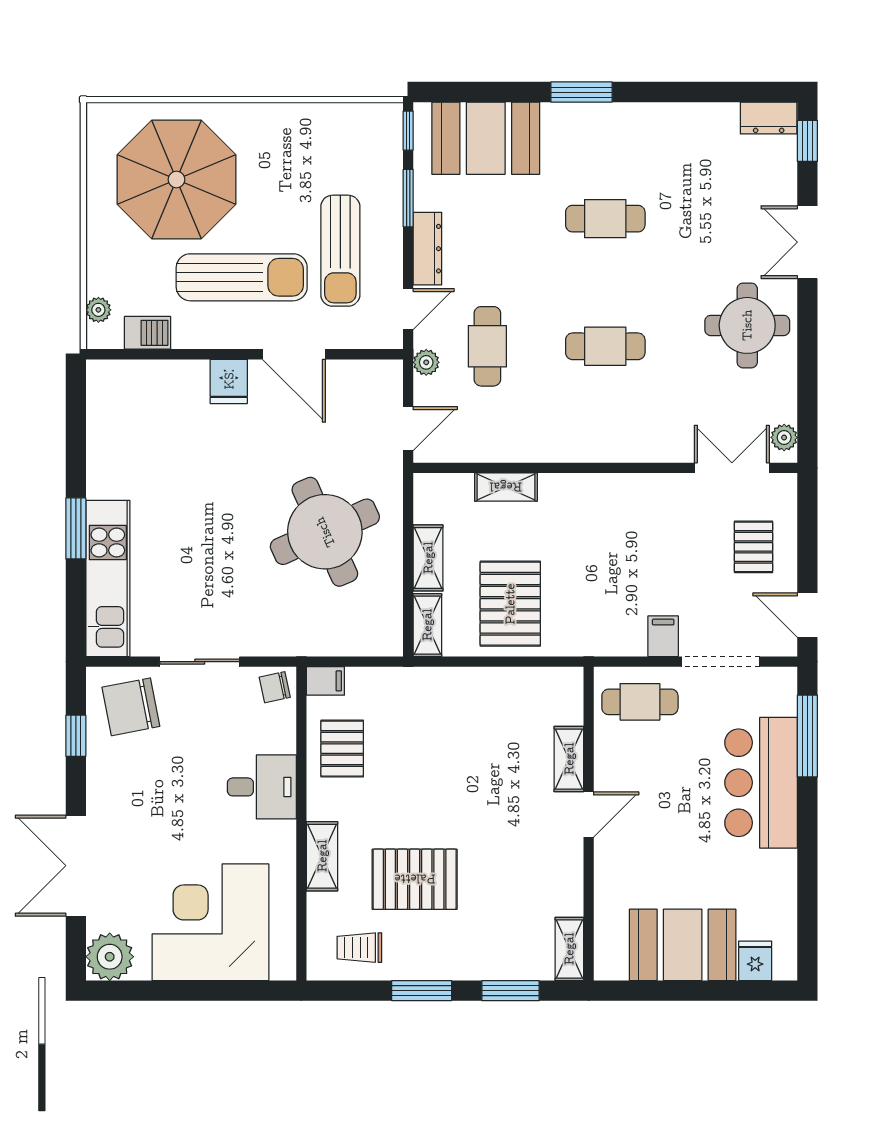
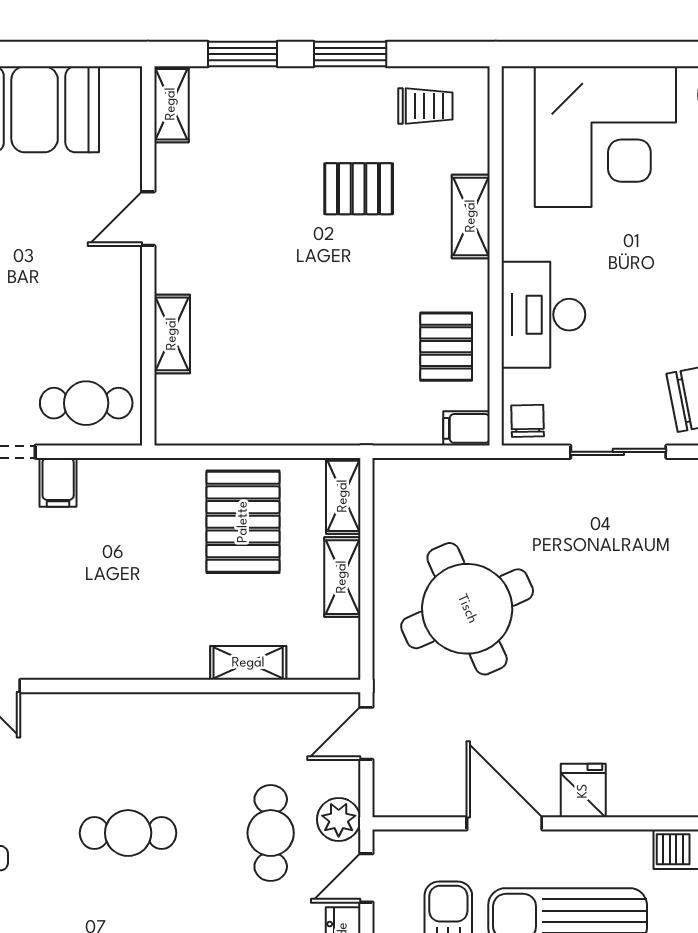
plant: (426, 362) -> (339, 819), width x1.38, depth x1.38
chair: (275, 687) -> (528, 421), turned -79
desk: (262, 787) -> (543, 315), width x1.37
door: (589, 814) -> (148, 219), moved
pallet: (415, 879) -> (359, 189), width x0.67, depth x0.71

